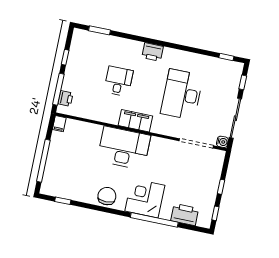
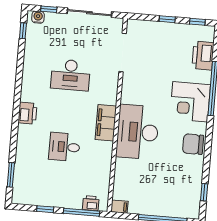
desk: (182, 94) -> (70, 75), width x0.73, depth x0.77
water cooler: (222, 142) -> (38, 17), moved

